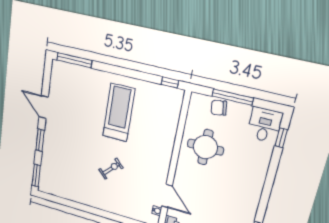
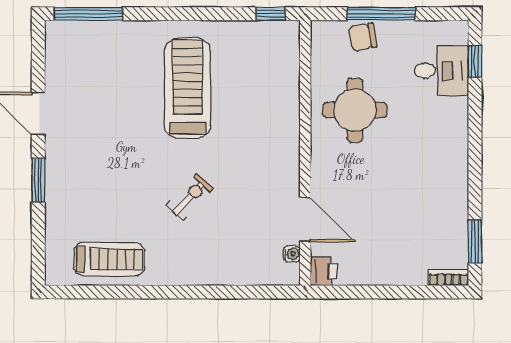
desk: (265, 125) -> (442, 71), moved, turned 90
window: (36, 175) -> (38, 254), removed
treadmill: (68, 187) -> (109, 259), added

